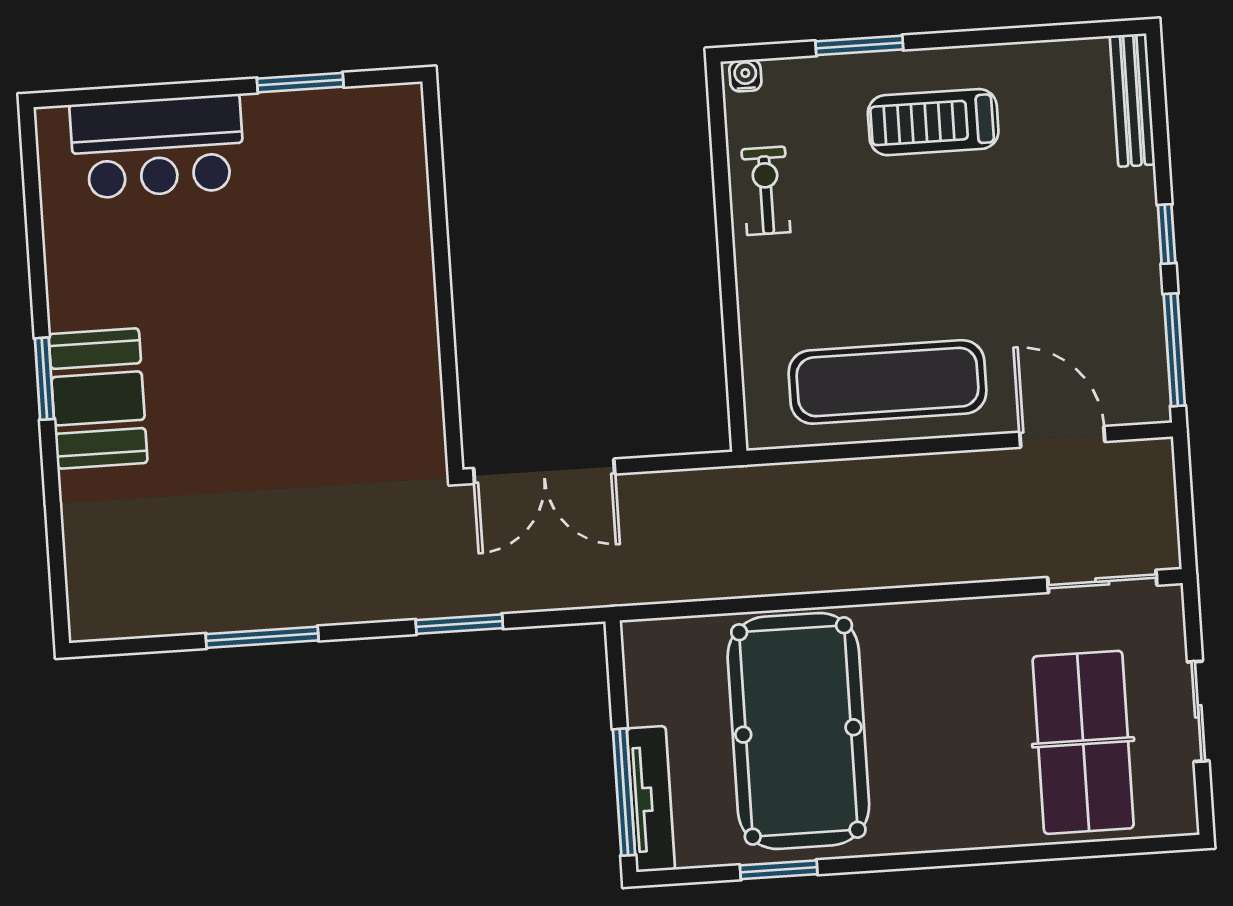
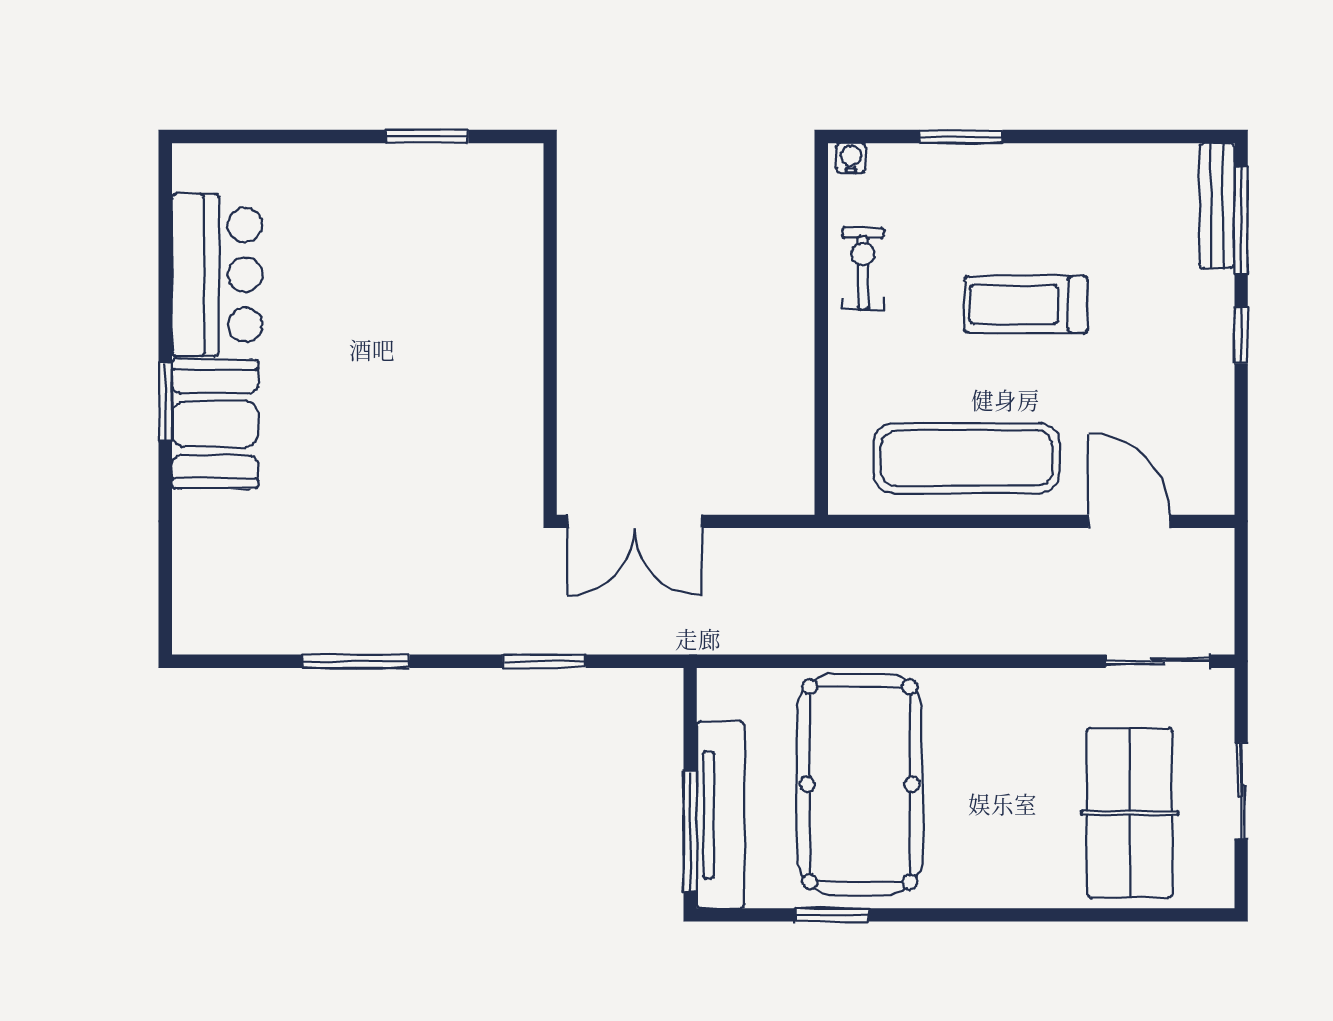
treadmill: (933, 122) -> (1026, 304), moved
bar counter: (157, 146) -> (217, 275), moved, turned -90
window: (1174, 350) -> (1241, 220), moved
tv unit: (651, 799) -> (721, 815), width x1.36, depth x1.29

